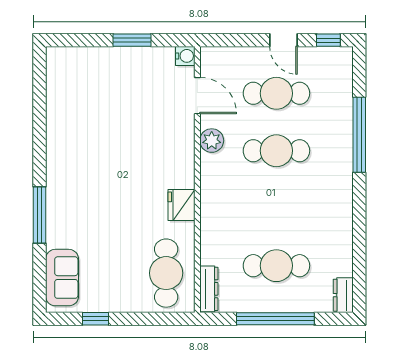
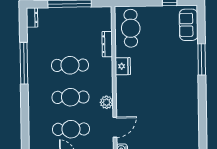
door: (197, 96) -> (115, 127), swing flipped
window: (359, 135) -> (24, 63), moved
cafe table: (276, 266) -> (70, 65), moved
dresser: (209, 289) -> (107, 44), moved

